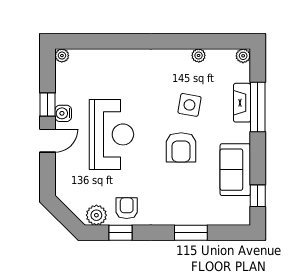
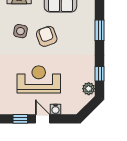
water cooler: (63, 113) -> (55, 109), moved
armchair: (181, 147) -> (47, 36), turned -110
armchair: (127, 208) -> (84, 70), removed

